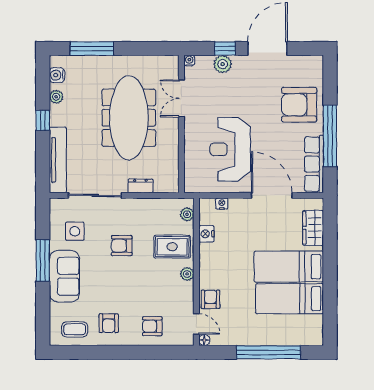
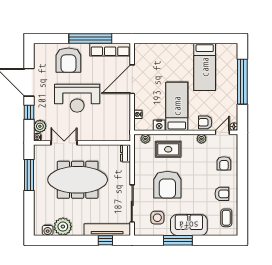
window: (92, 48) -> (29, 175), moved
plant: (223, 64) -> (40, 126), moved
plant: (56, 97) -> (63, 227), width x1.87, depth x1.87
double door: (181, 98) -> (64, 143), swing flipped
window: (43, 120) -> (105, 240), moved
reception desk: (230, 149) -> (77, 98), moved
dresser: (140, 186) -> (125, 153), moved
wardrobe: (313, 228) -> (155, 50), removed
armchair: (122, 246) -> (167, 185), width x1.88, depth x1.88
rug: (172, 247) -> (168, 149), turned 90
bed: (289, 267) -> (177, 106), moved, turned 180
plant: (187, 274) -> (201, 139), moved

